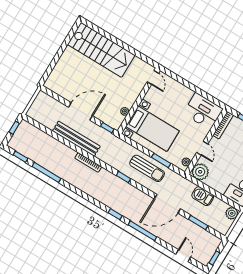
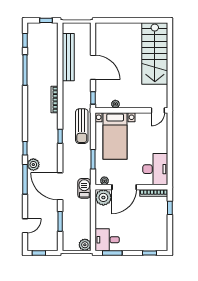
bench: (76, 139) -> (68, 57), moved
door: (202, 148) -> (124, 187), width x1.87
sun lounger: (147, 168) -> (82, 126), moved
barbecue: (203, 196) -> (84, 188), moved
plant: (134, 216) -> (33, 165), added

